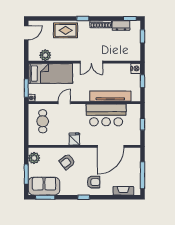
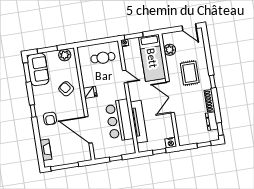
rug: (66, 30) -> (190, 73), moved
double door: (91, 62) -> (170, 97), width x1.37

